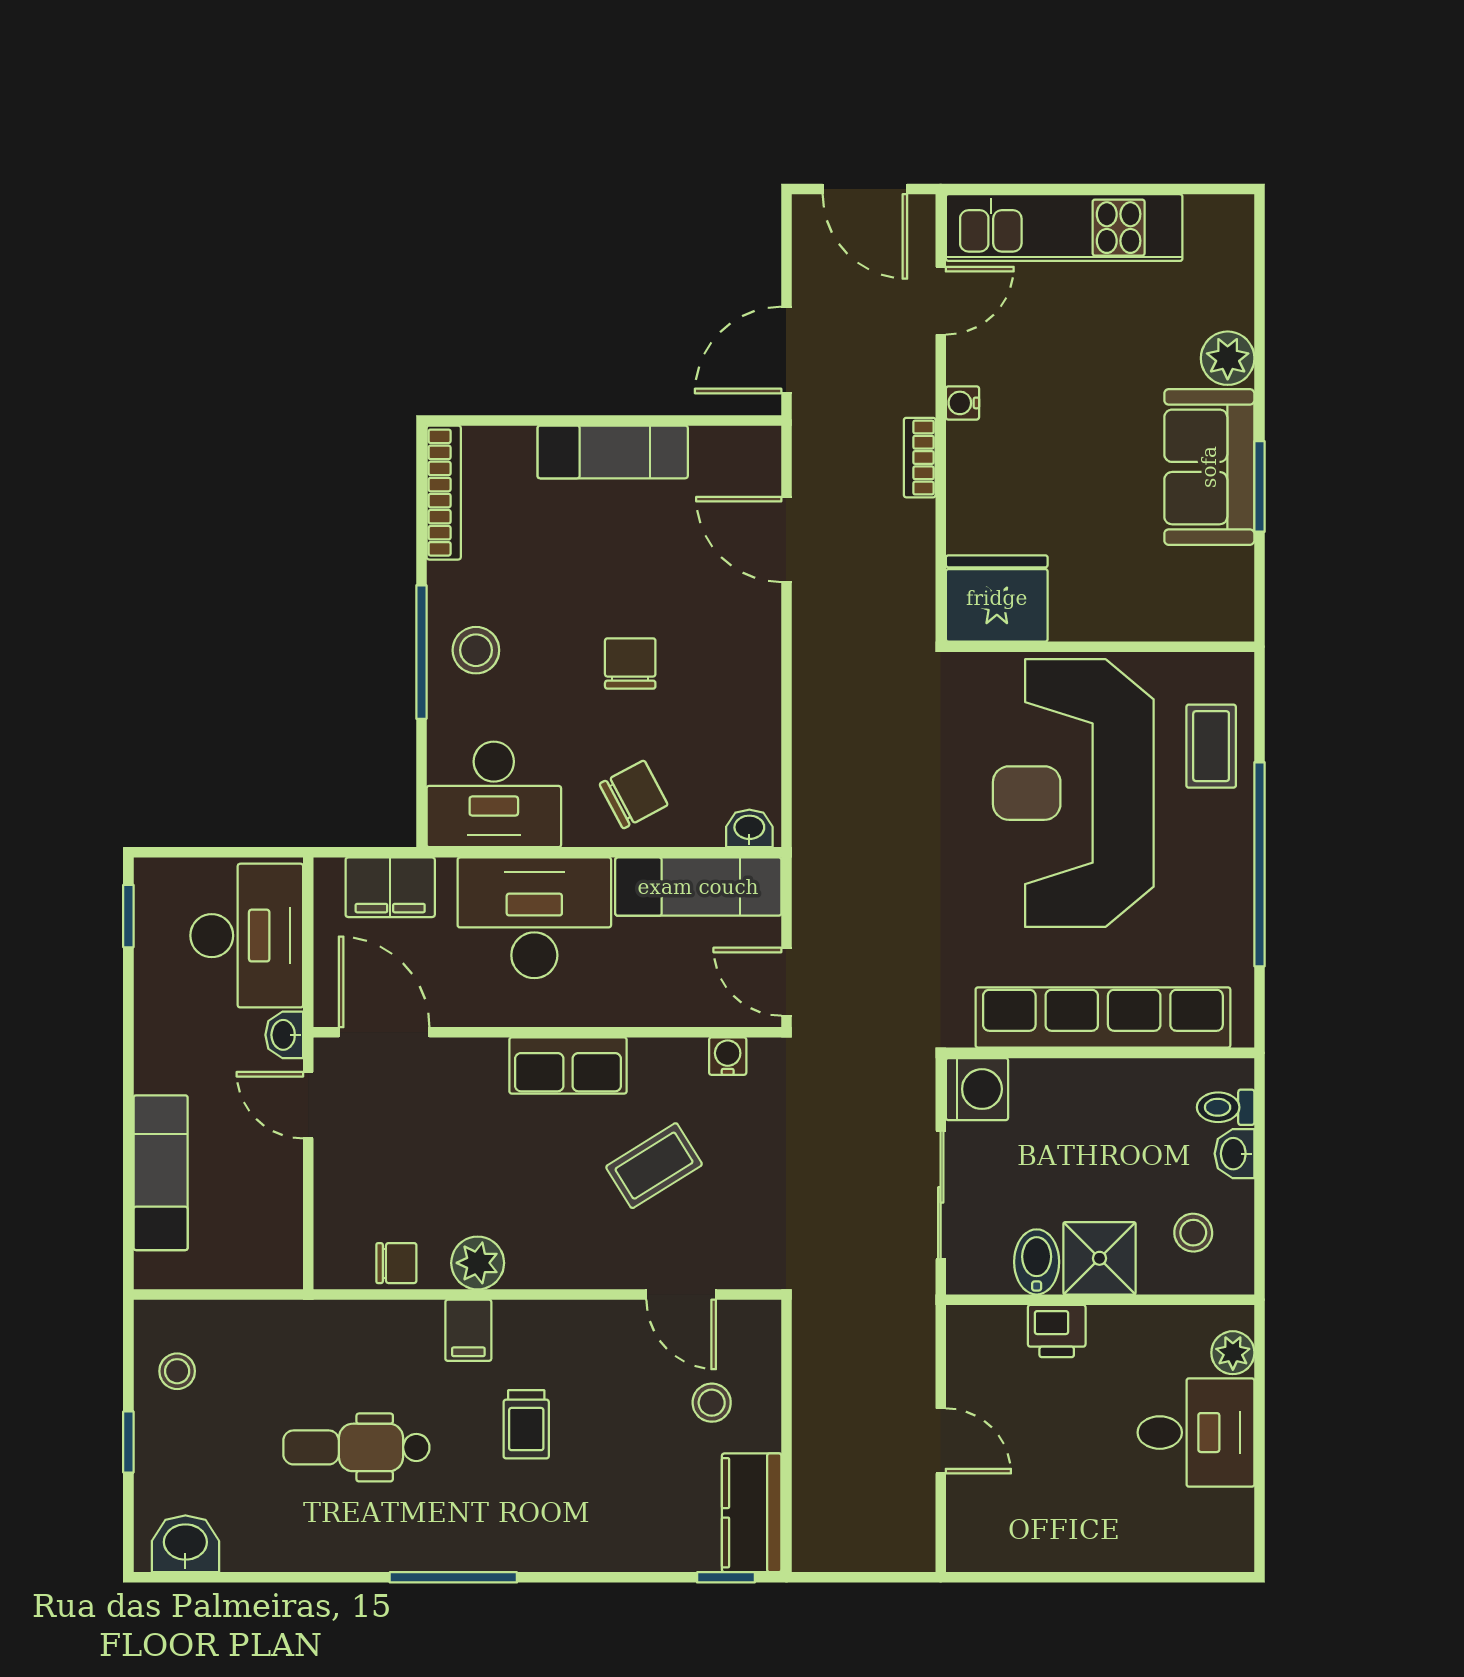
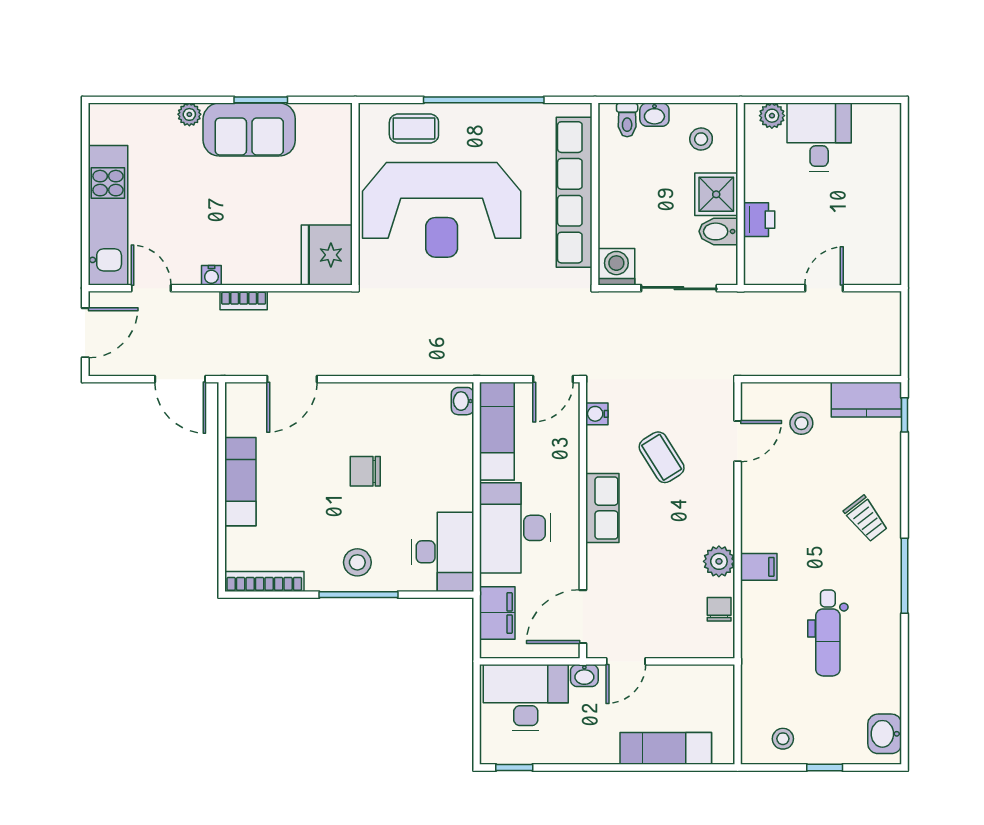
plant: (1228, 358) -> (189, 114), width x0.73, depth x0.73
chair: (634, 794) -> (442, 469), removed
trolley: (526, 1424) -> (866, 519), moved, turned 52

